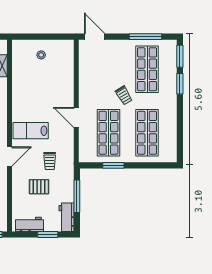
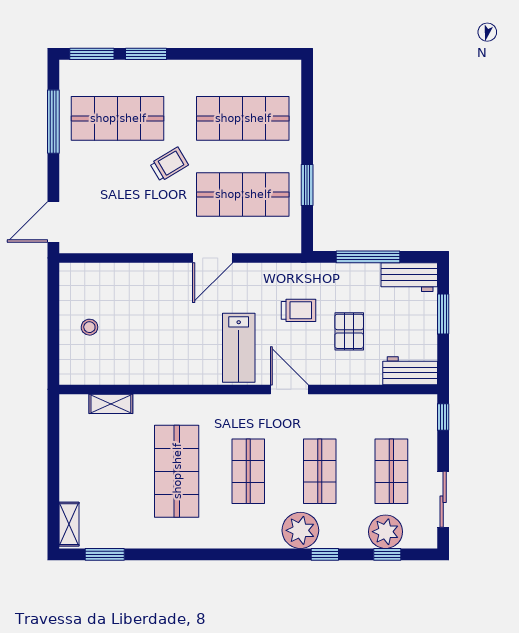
workbench: (29, 224) -> (410, 371), moved, turned 90

